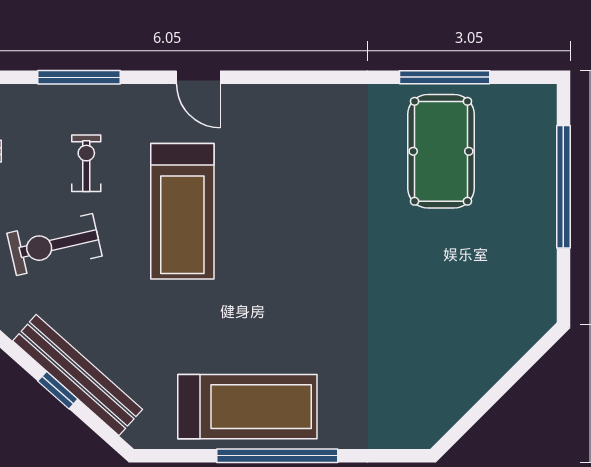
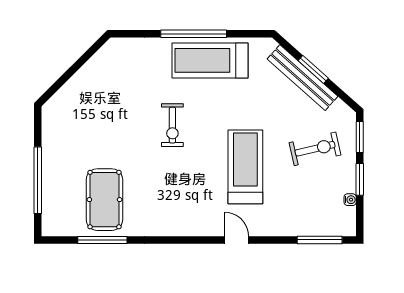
window: (79, 77) -> (320, 240), moved
exercise bike: (86, 163) -> (172, 125), moved, width x1.38, depth x1.39
window: (58, 390) -> (313, 69), width x1.50

